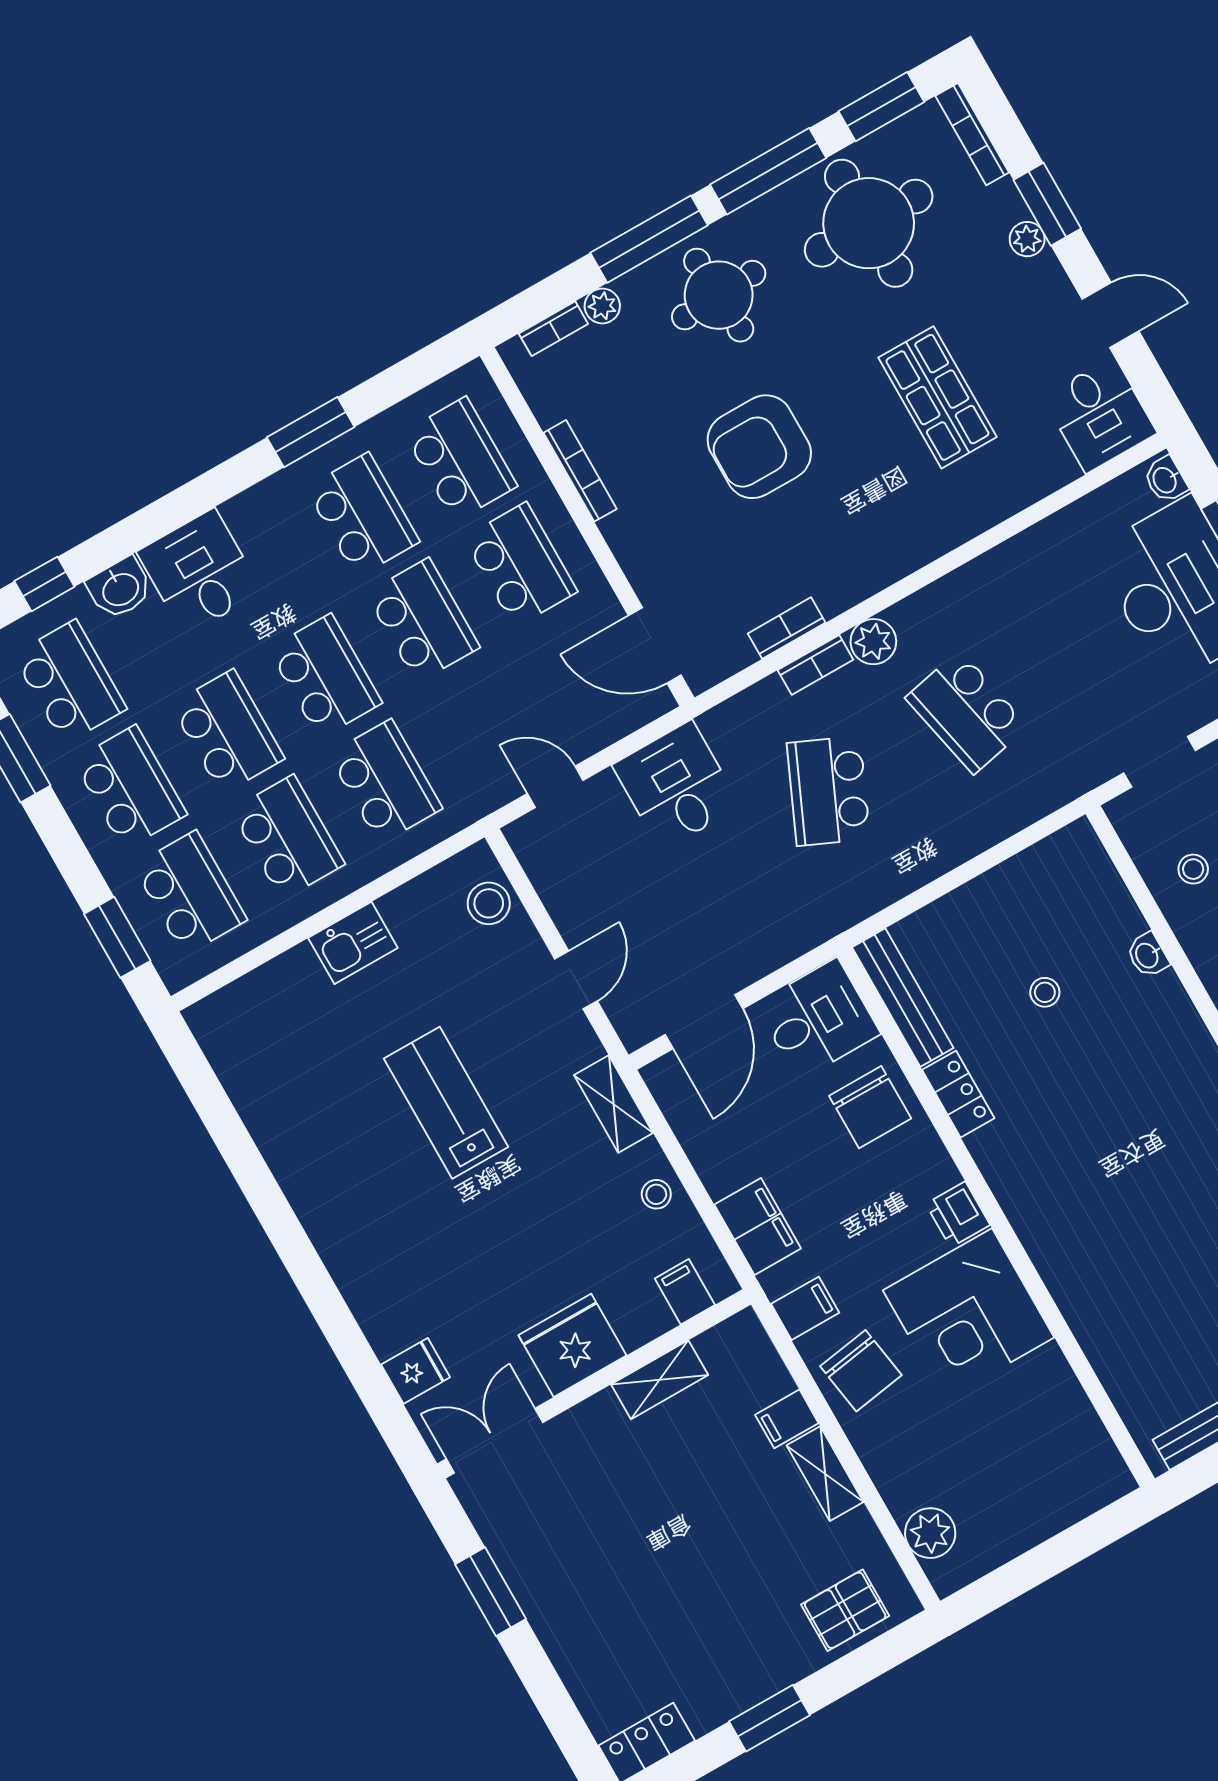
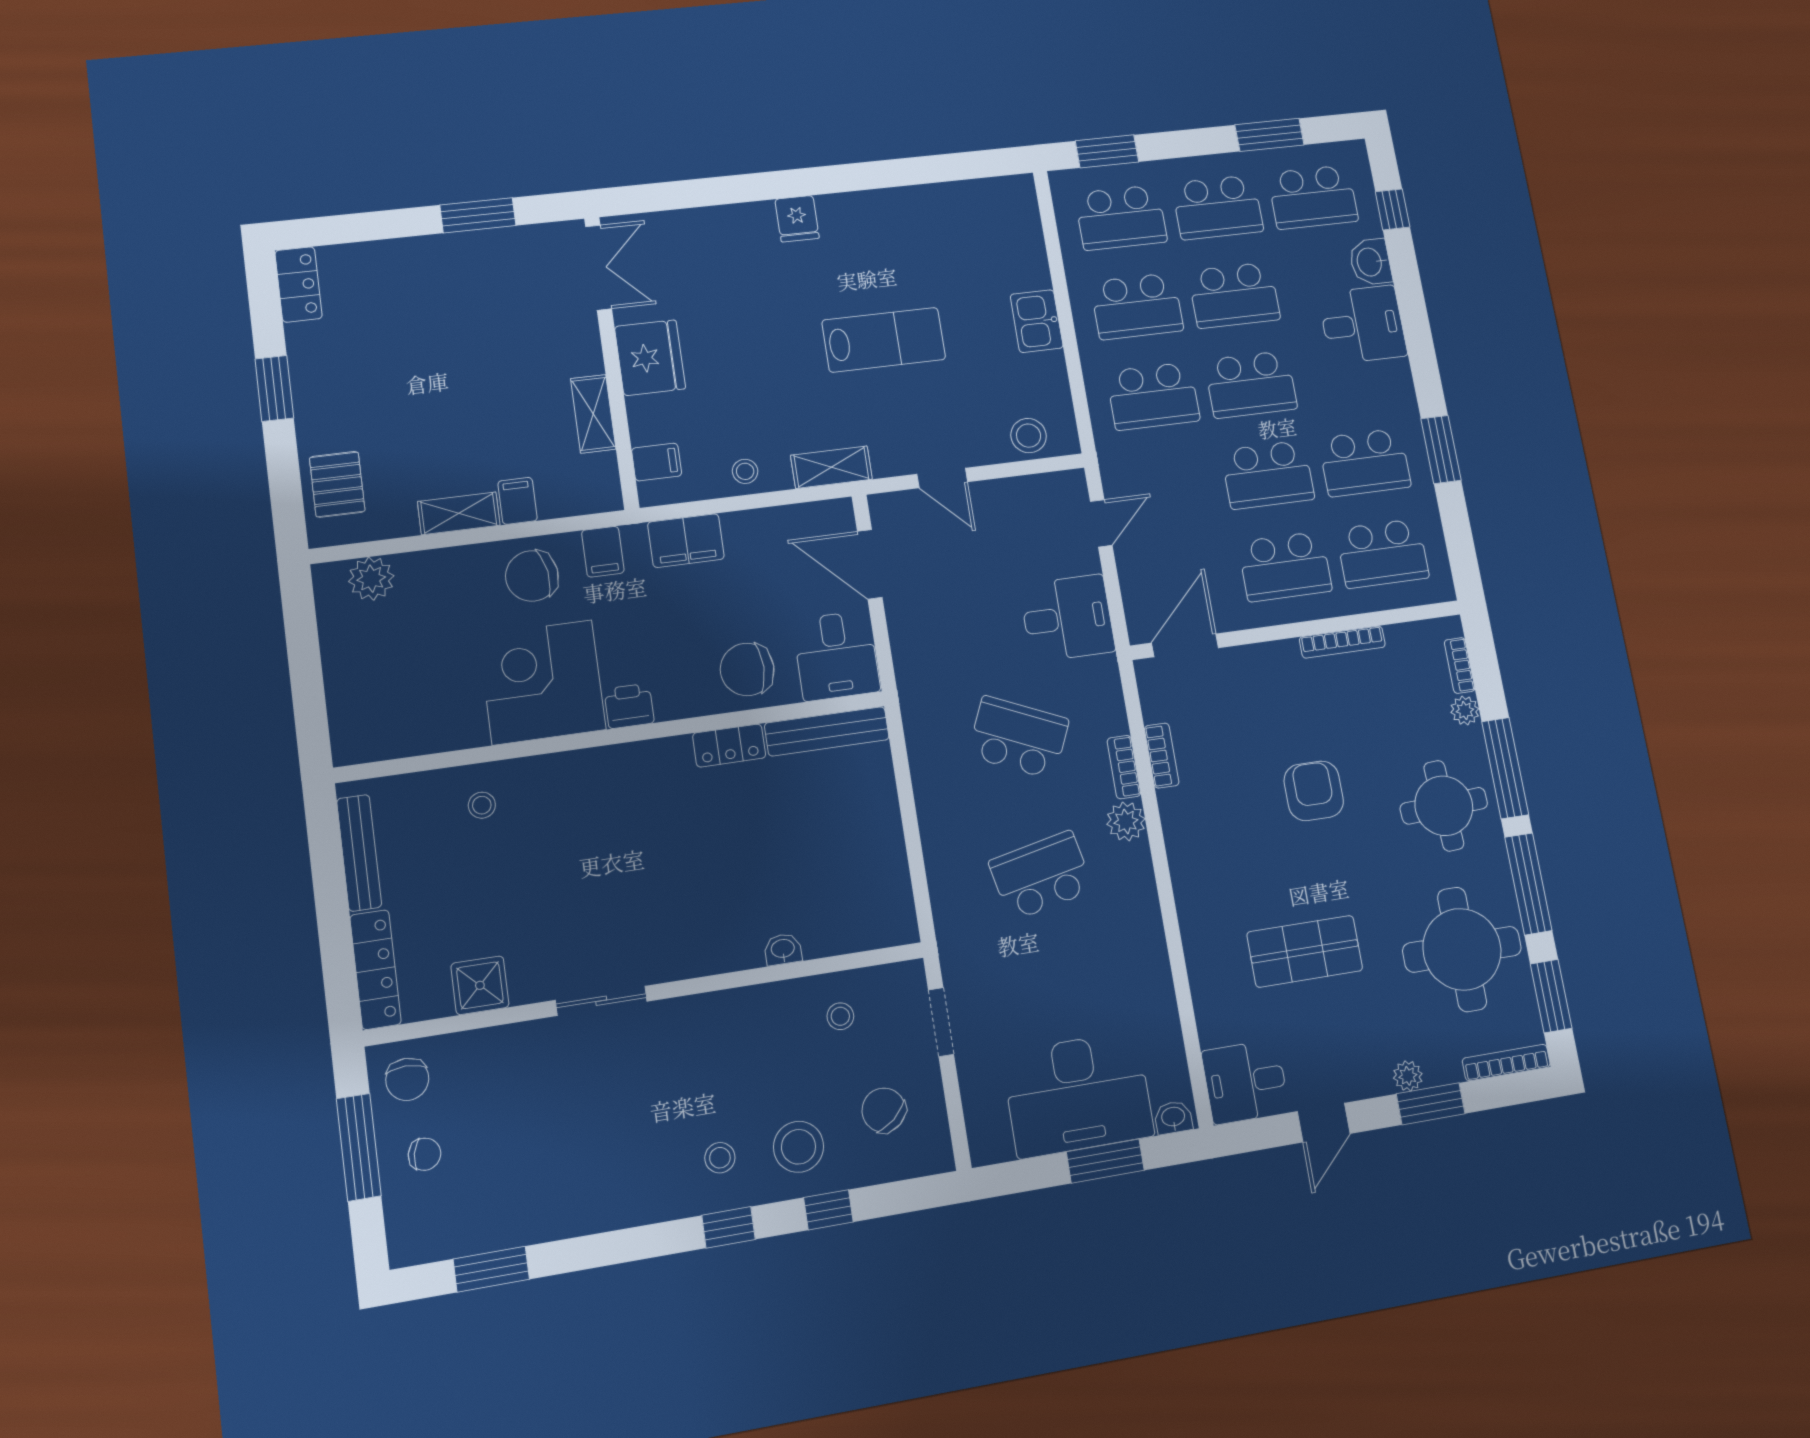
armchair: (759, 447) -> (1314, 791), width x0.73, depth x0.73
stool: (1045, 992) -> (482, 805), moved
fridge: (416, 1371) -> (797, 219), moved

